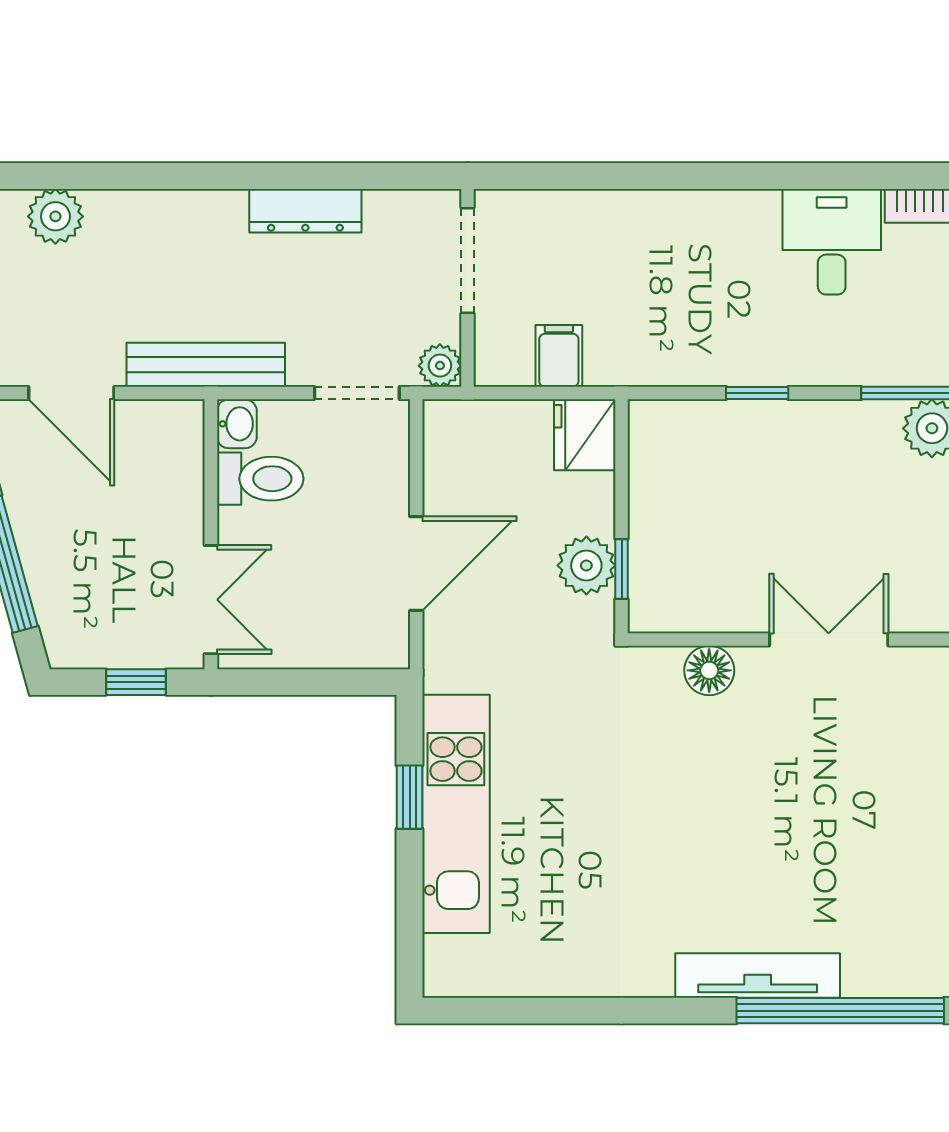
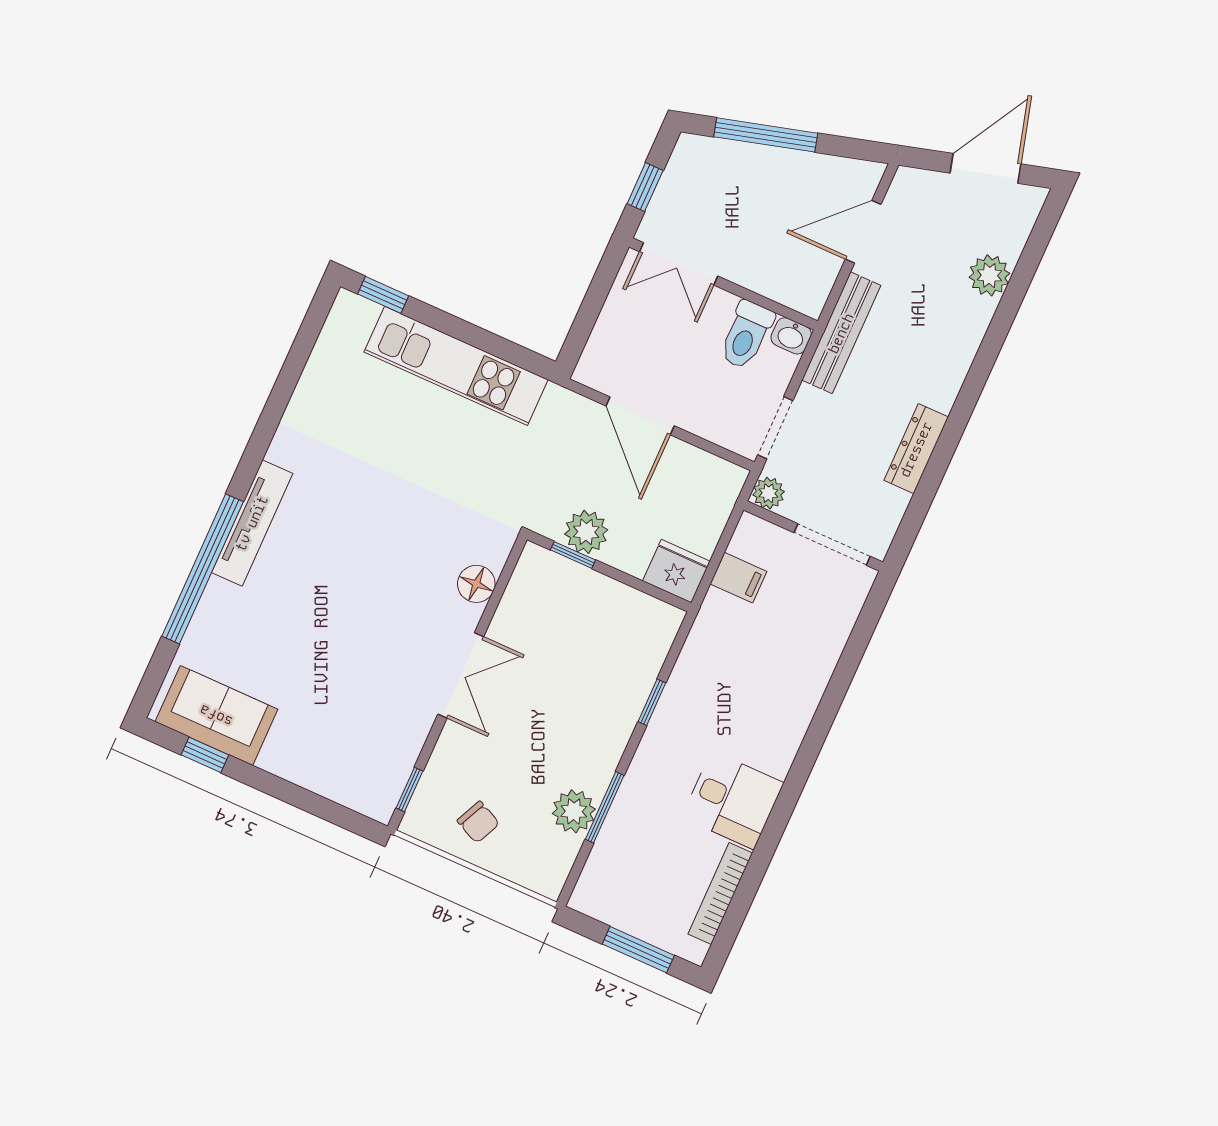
window: (410, 797) -> (383, 295), moved

